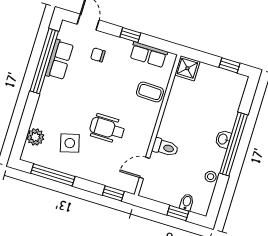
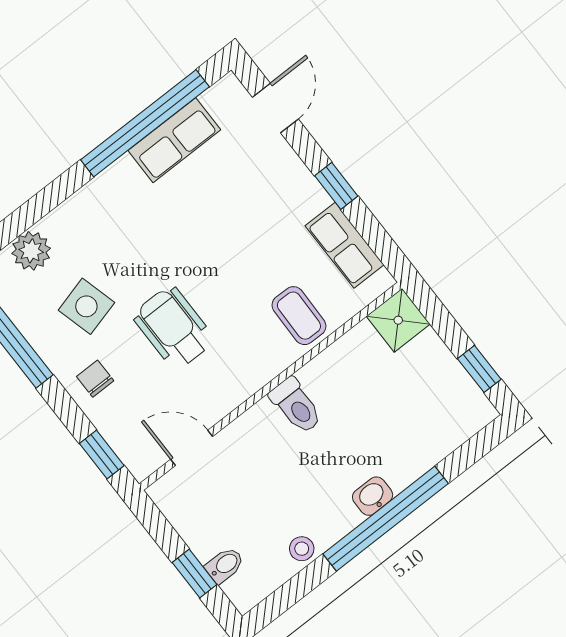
chair: (98, 55) -> (95, 379), moved
toilet: (165, 147) -> (296, 406), moved

